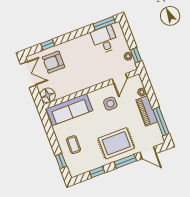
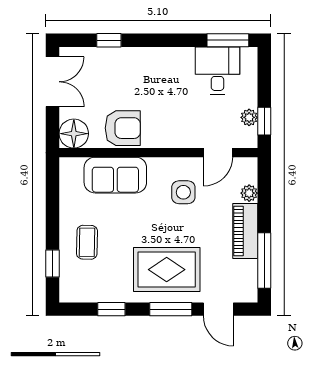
armchair: (54, 62) -> (123, 128), moved, turned 180
sofa: (70, 110) -> (115, 175), width x0.73

